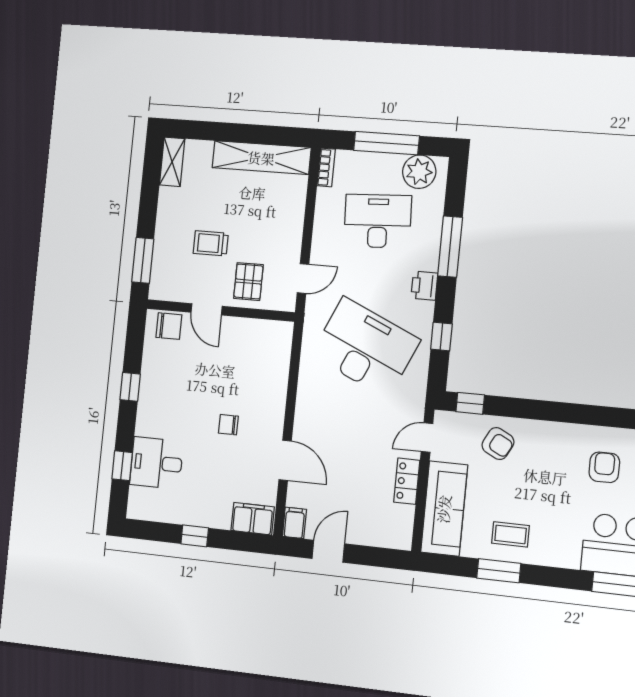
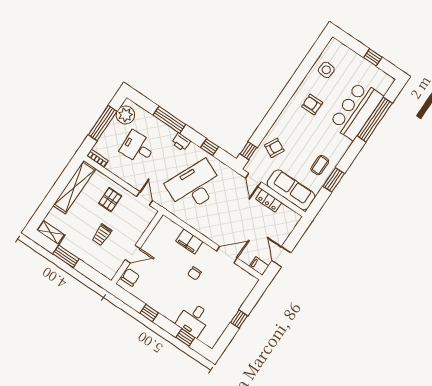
desk: (378, 221) -> (138, 148), width x0.73
window: (143, 260) -> (66, 256), moved
pallet: (248, 282) -> (110, 200), moved, turned 90
filing cabinet: (253, 519) -> (189, 241), moved, turned -90

